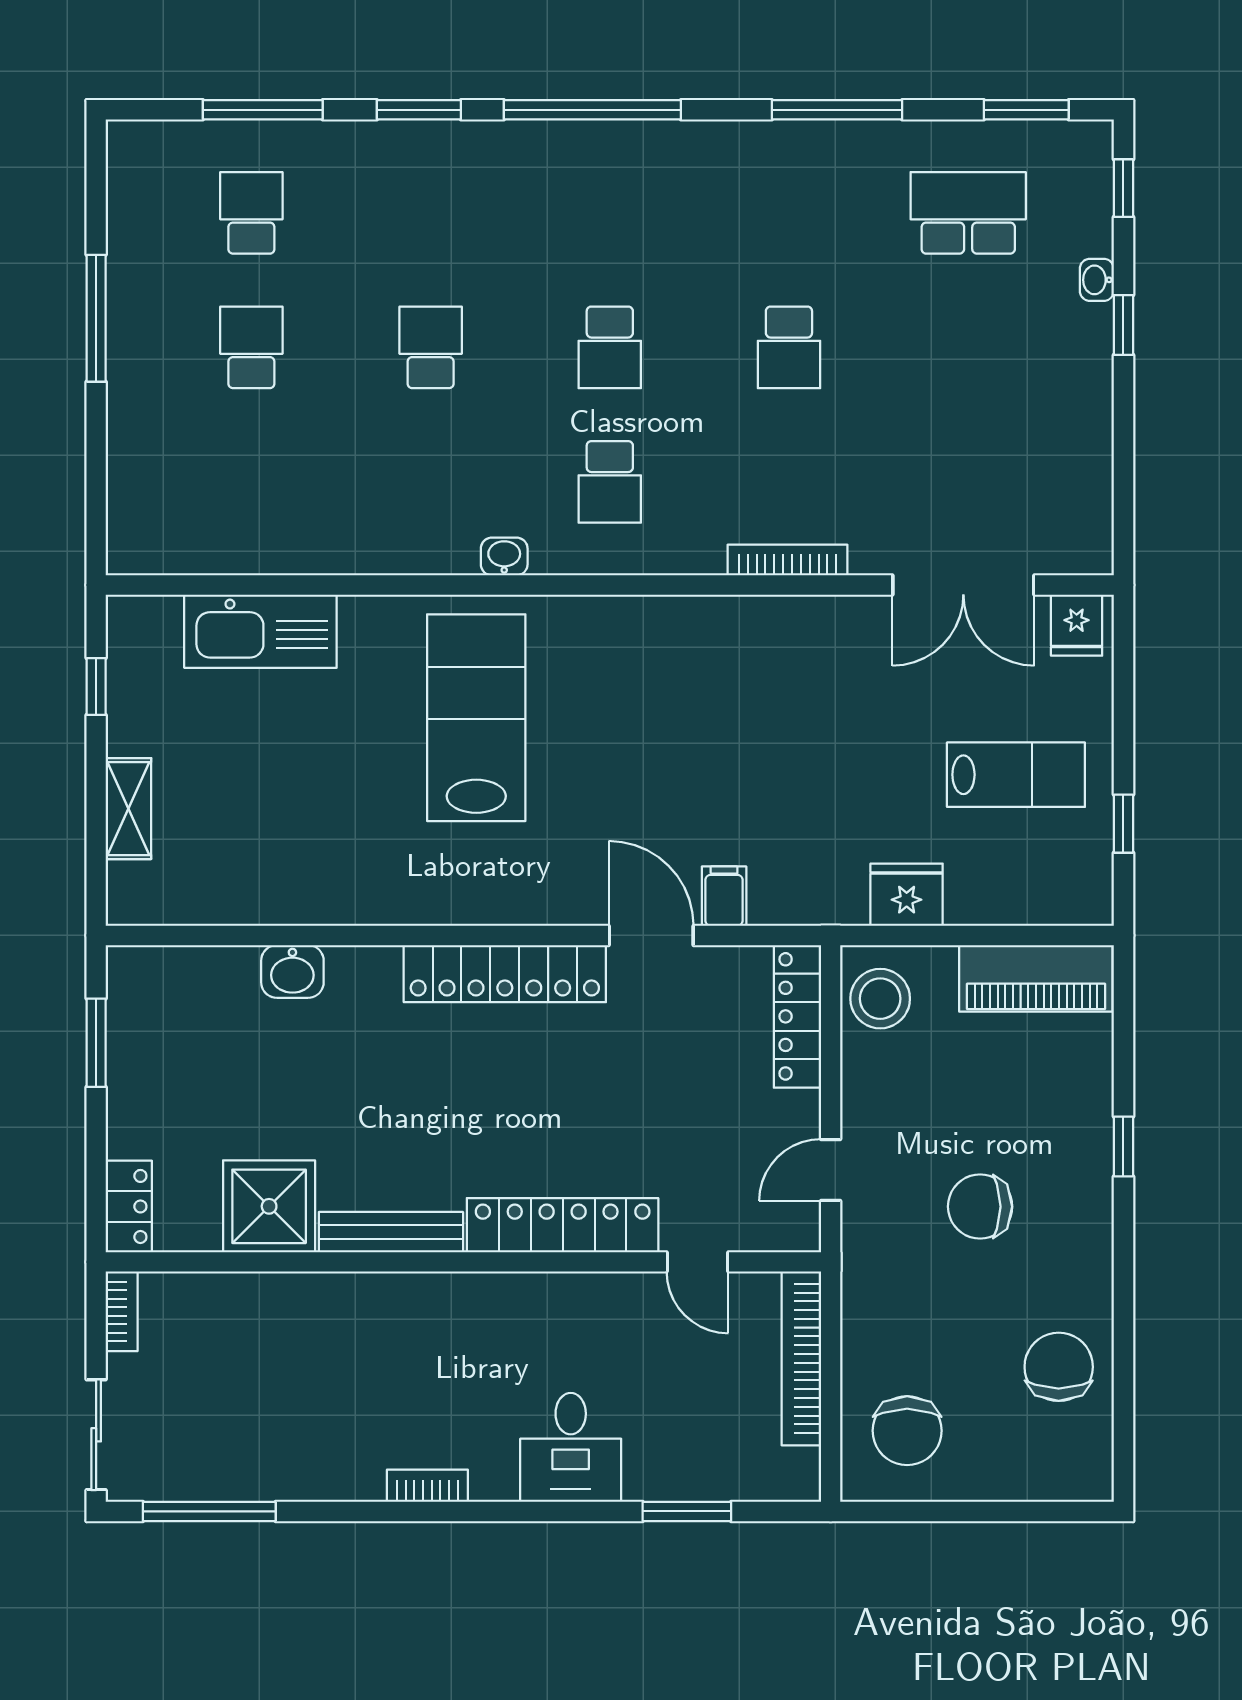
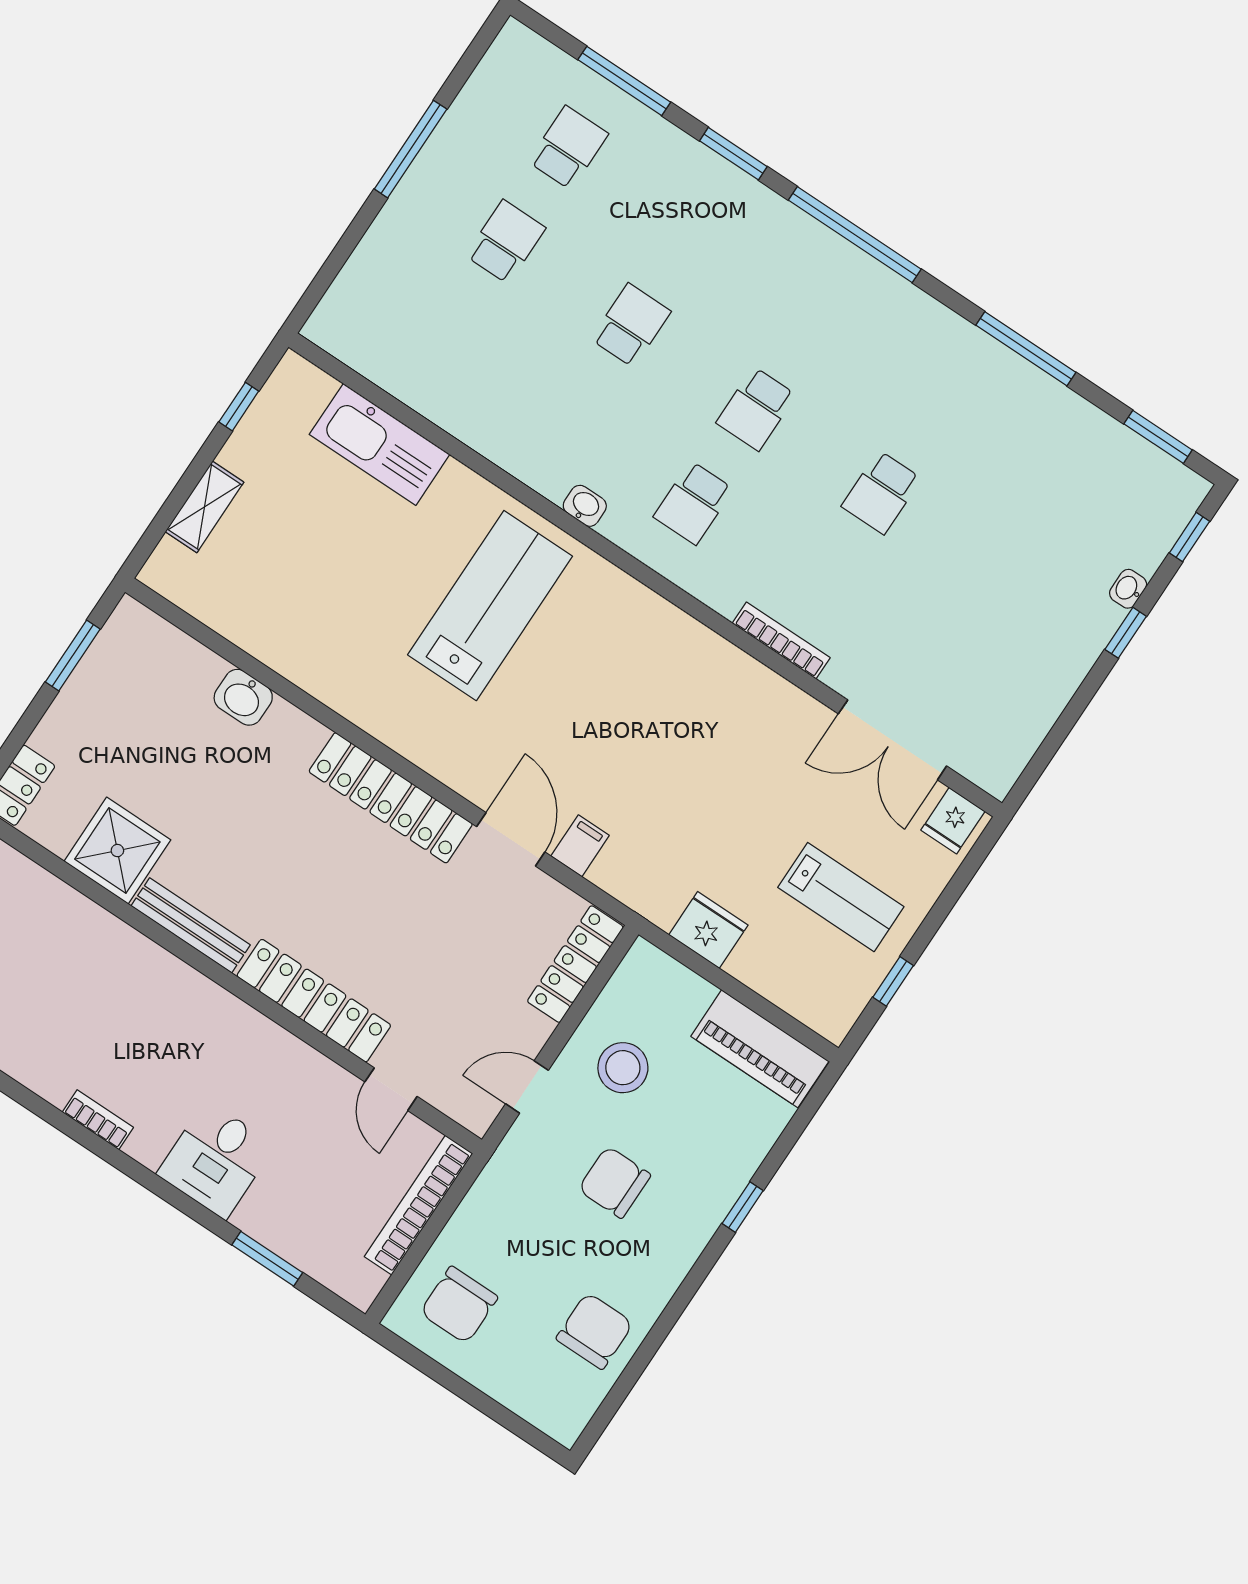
school desk: (968, 213) -> (1069, 482), removed
stool: (880, 999) -> (623, 1068), moved

